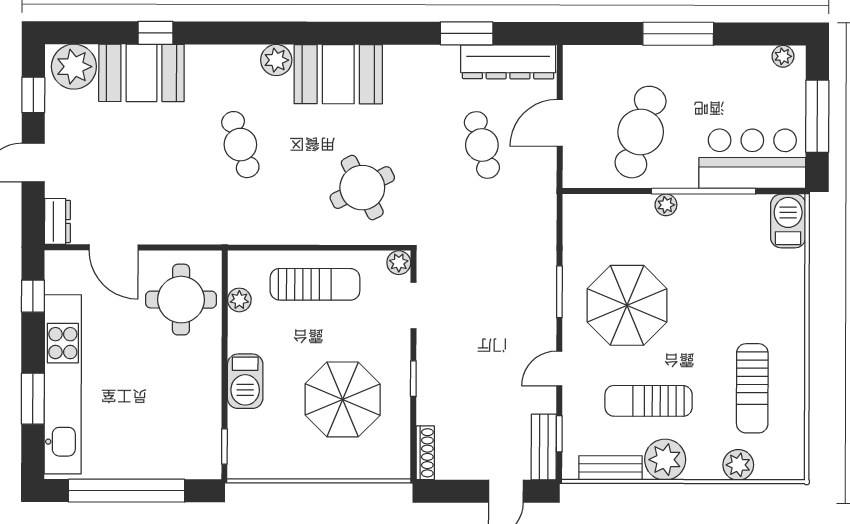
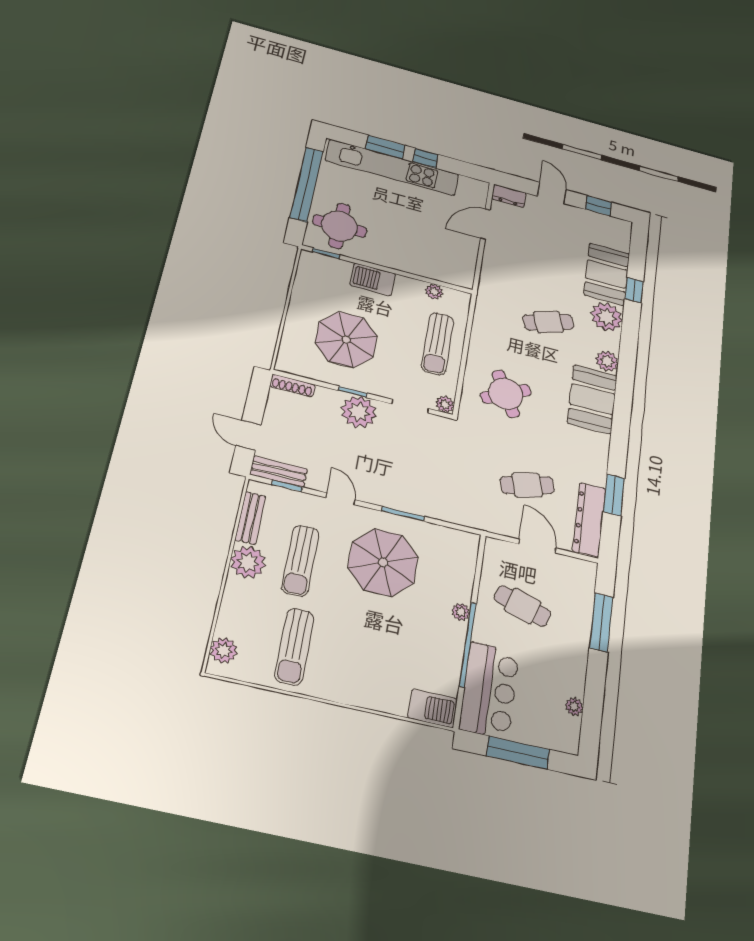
window: (678, 34) -> (601, 622), moved
plant: (783, 56) -> (574, 706), moved
plant: (74, 67) -> (607, 317), moved
cafe table: (641, 132) -> (523, 606), width x0.73, depth x0.74
window: (33, 296) -> (425, 158), moved
round table: (181, 300) -> (340, 226), moved
plant: (439, 367) -> (359, 412), added
sun lounger: (752, 388) -> (294, 647), turned -90
sun lounger: (649, 401) -> (300, 561), turned 180
plant: (738, 465) -> (224, 650), moved

